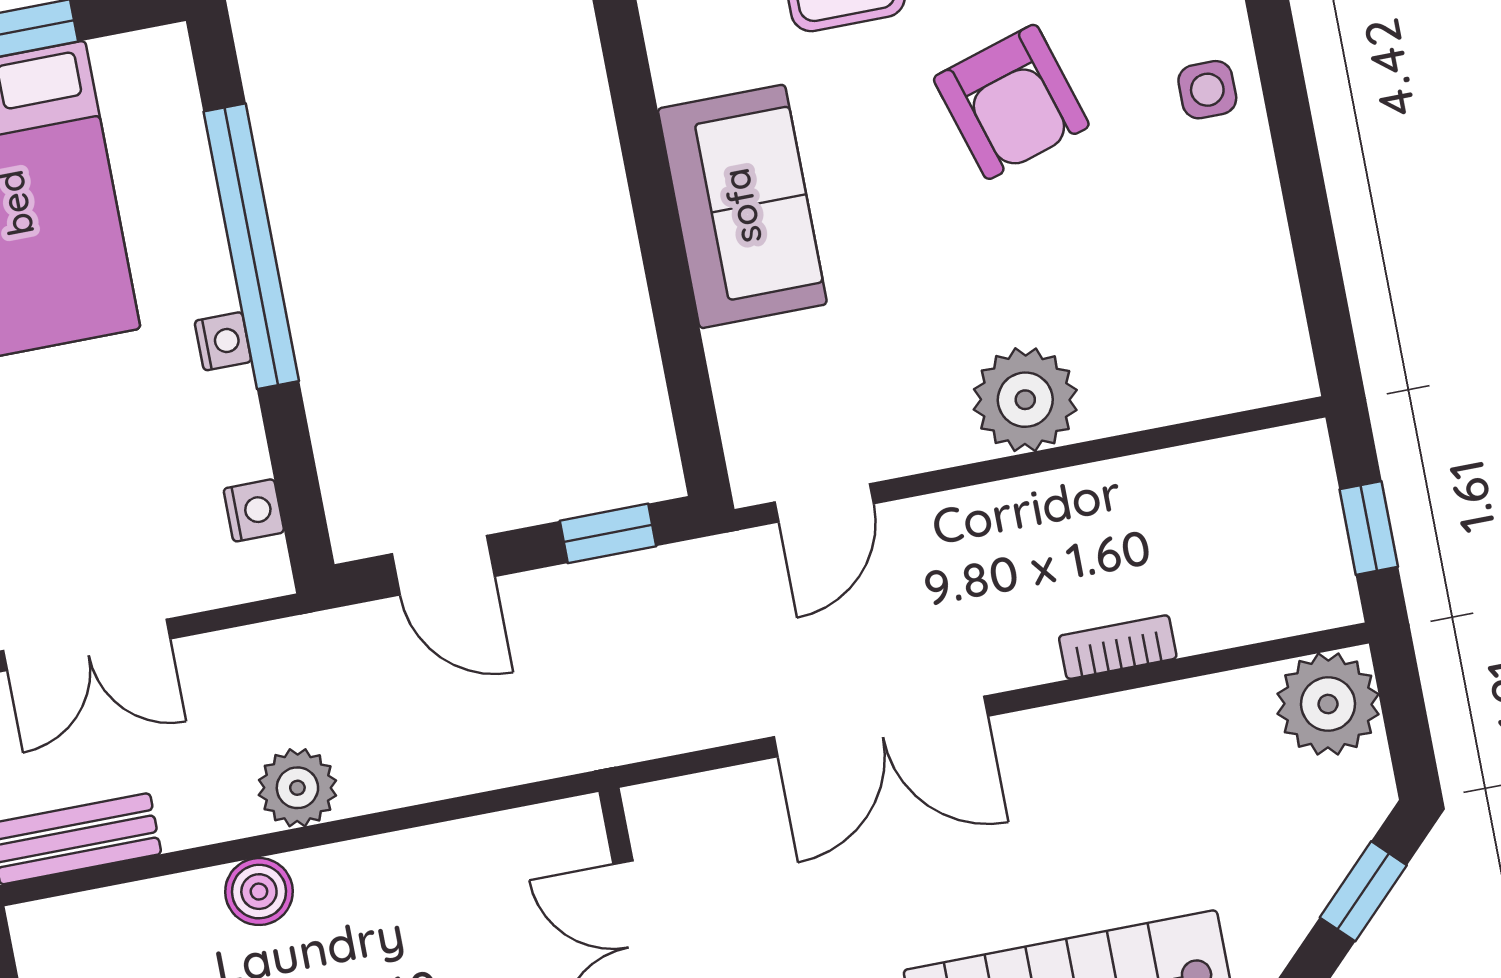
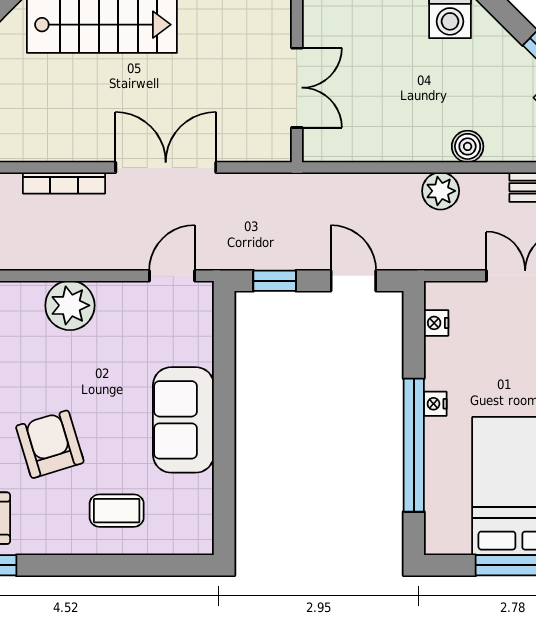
bookcase: (1118, 647) -> (64, 183), width x1.56

